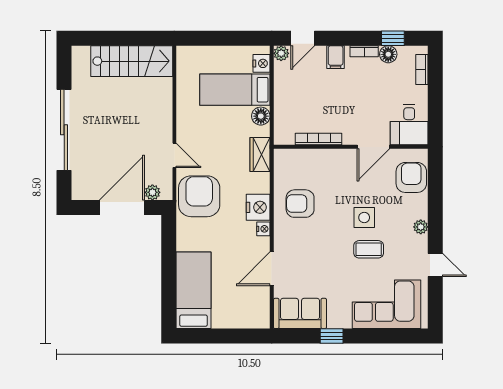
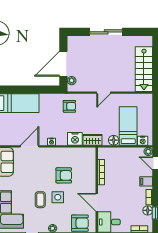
sliding door: (64, 130) -> (106, 32), width x0.73
door: (174, 155) -> (104, 93), moved
armchair: (199, 196) -> (69, 106), width x0.53, depth x0.53
armchair: (300, 204) -> (64, 175), moved, turned 90
door: (122, 207) -> (63, 64), swing flipped
nightstand: (258, 207) -> (75, 139), moved
door: (272, 269) -> (30, 146), hinge flipped

